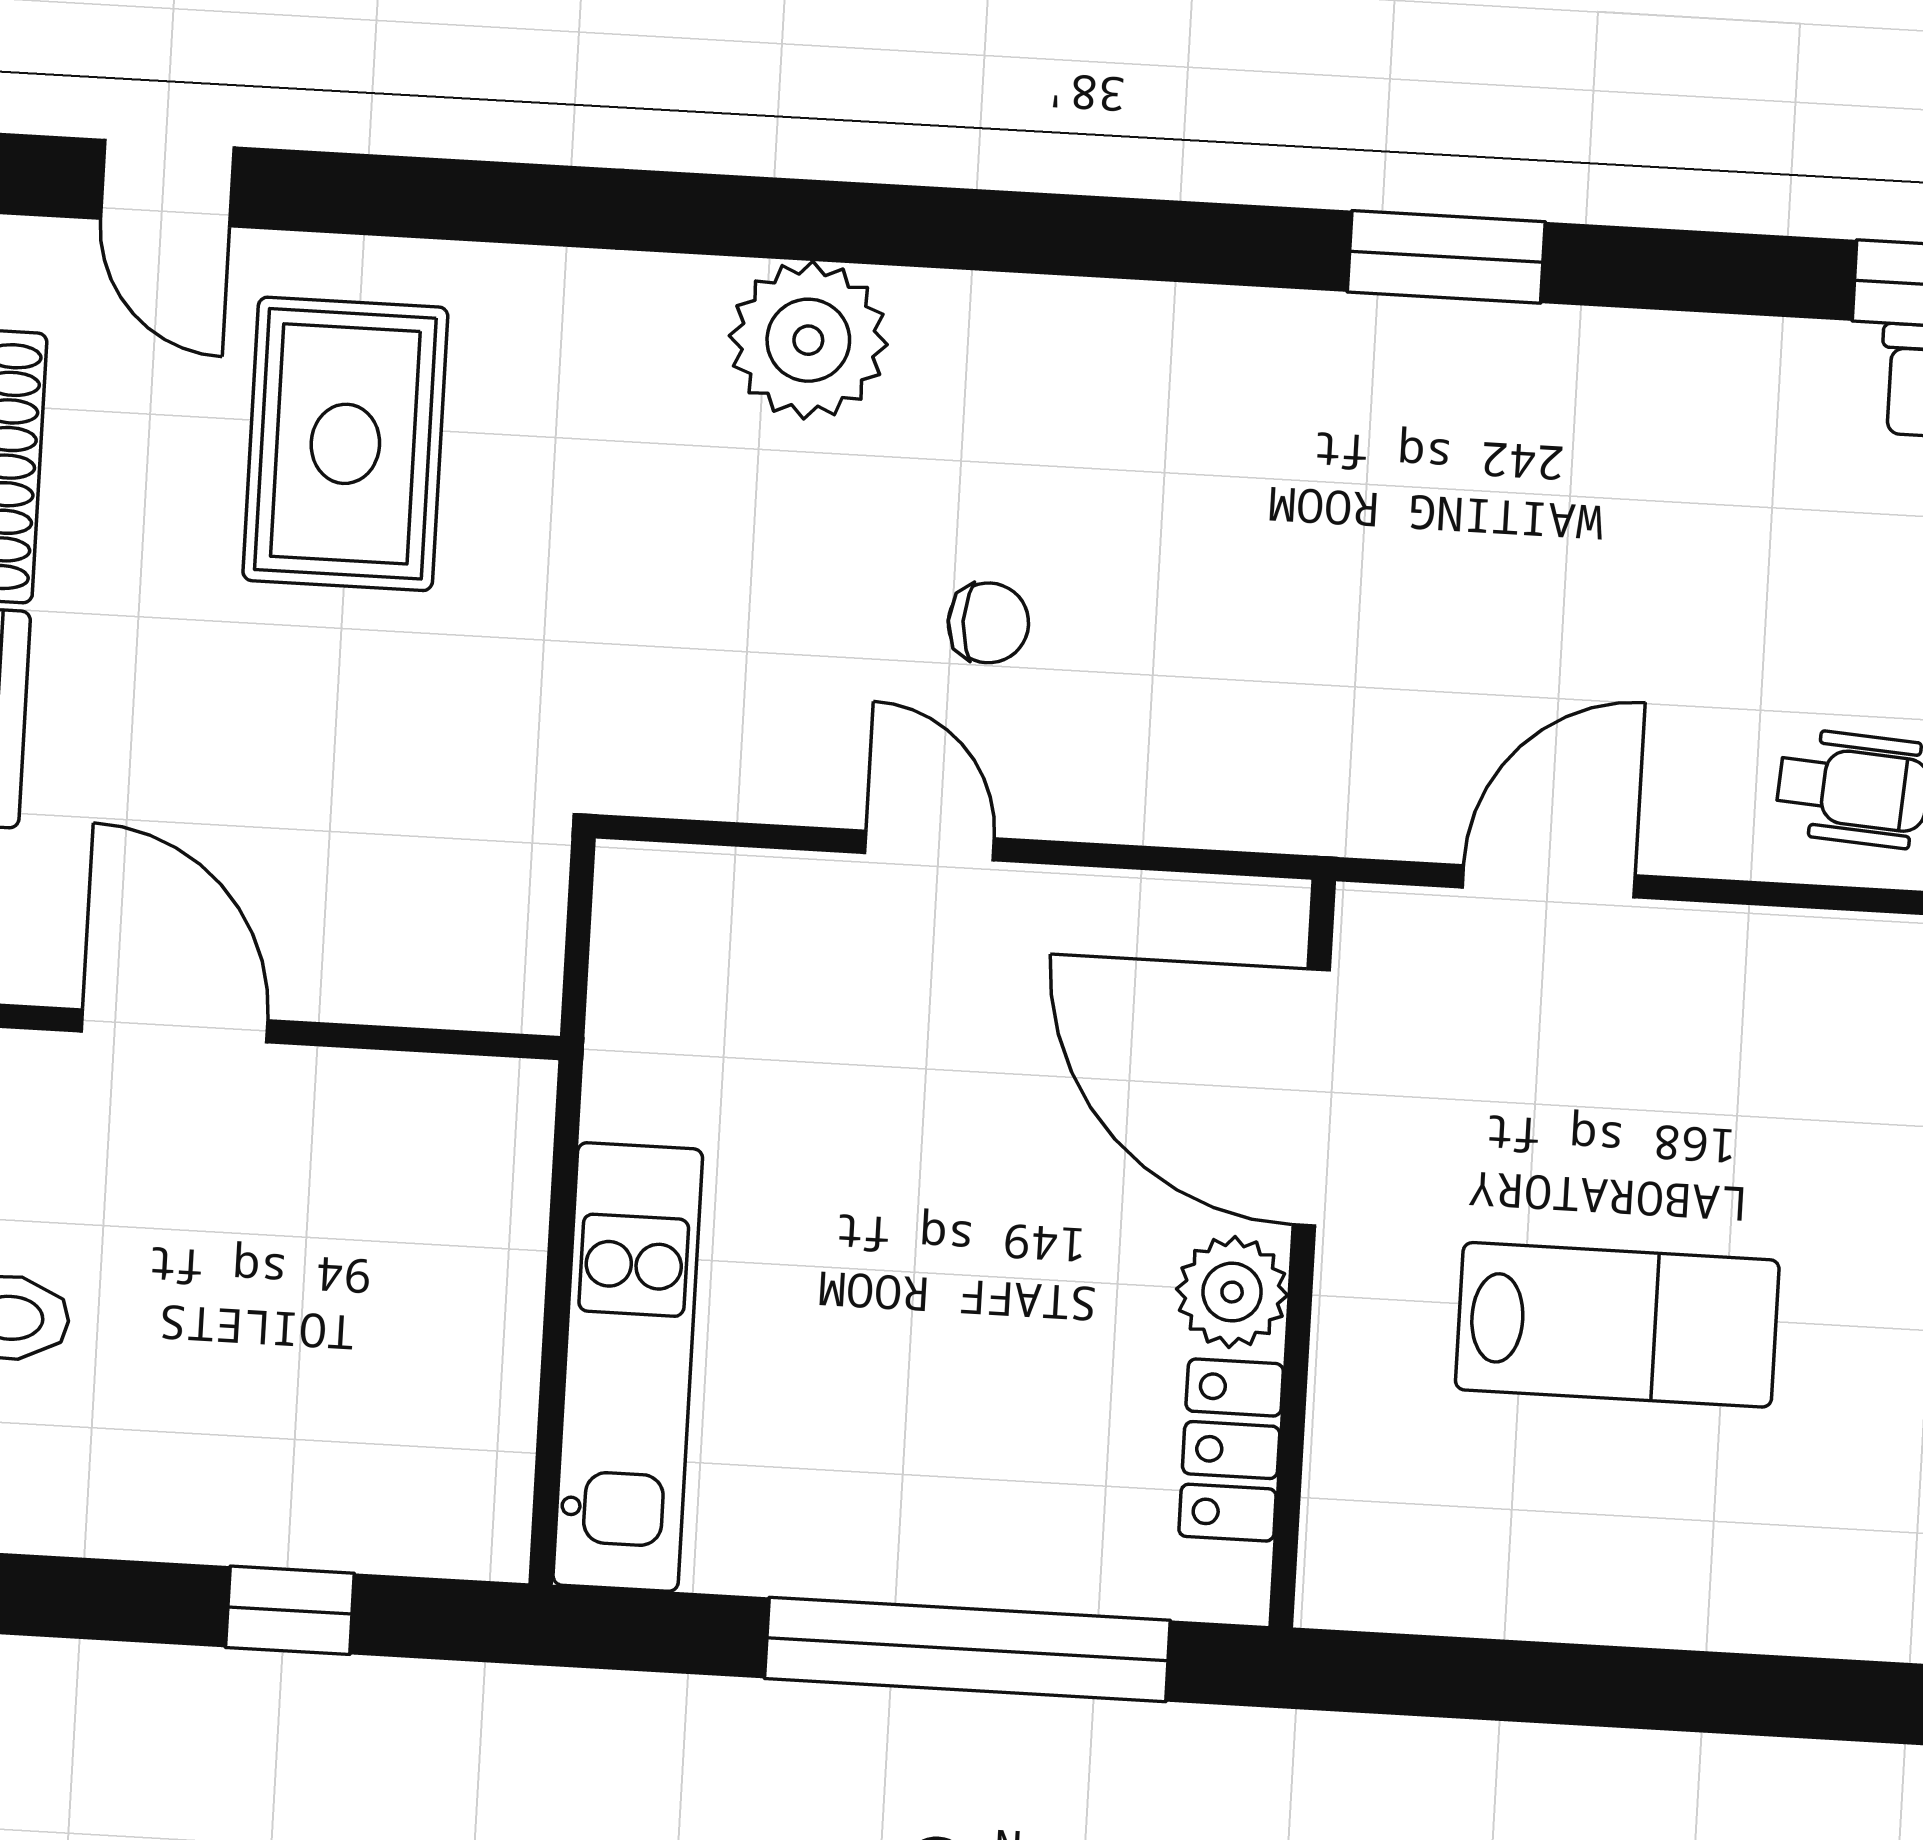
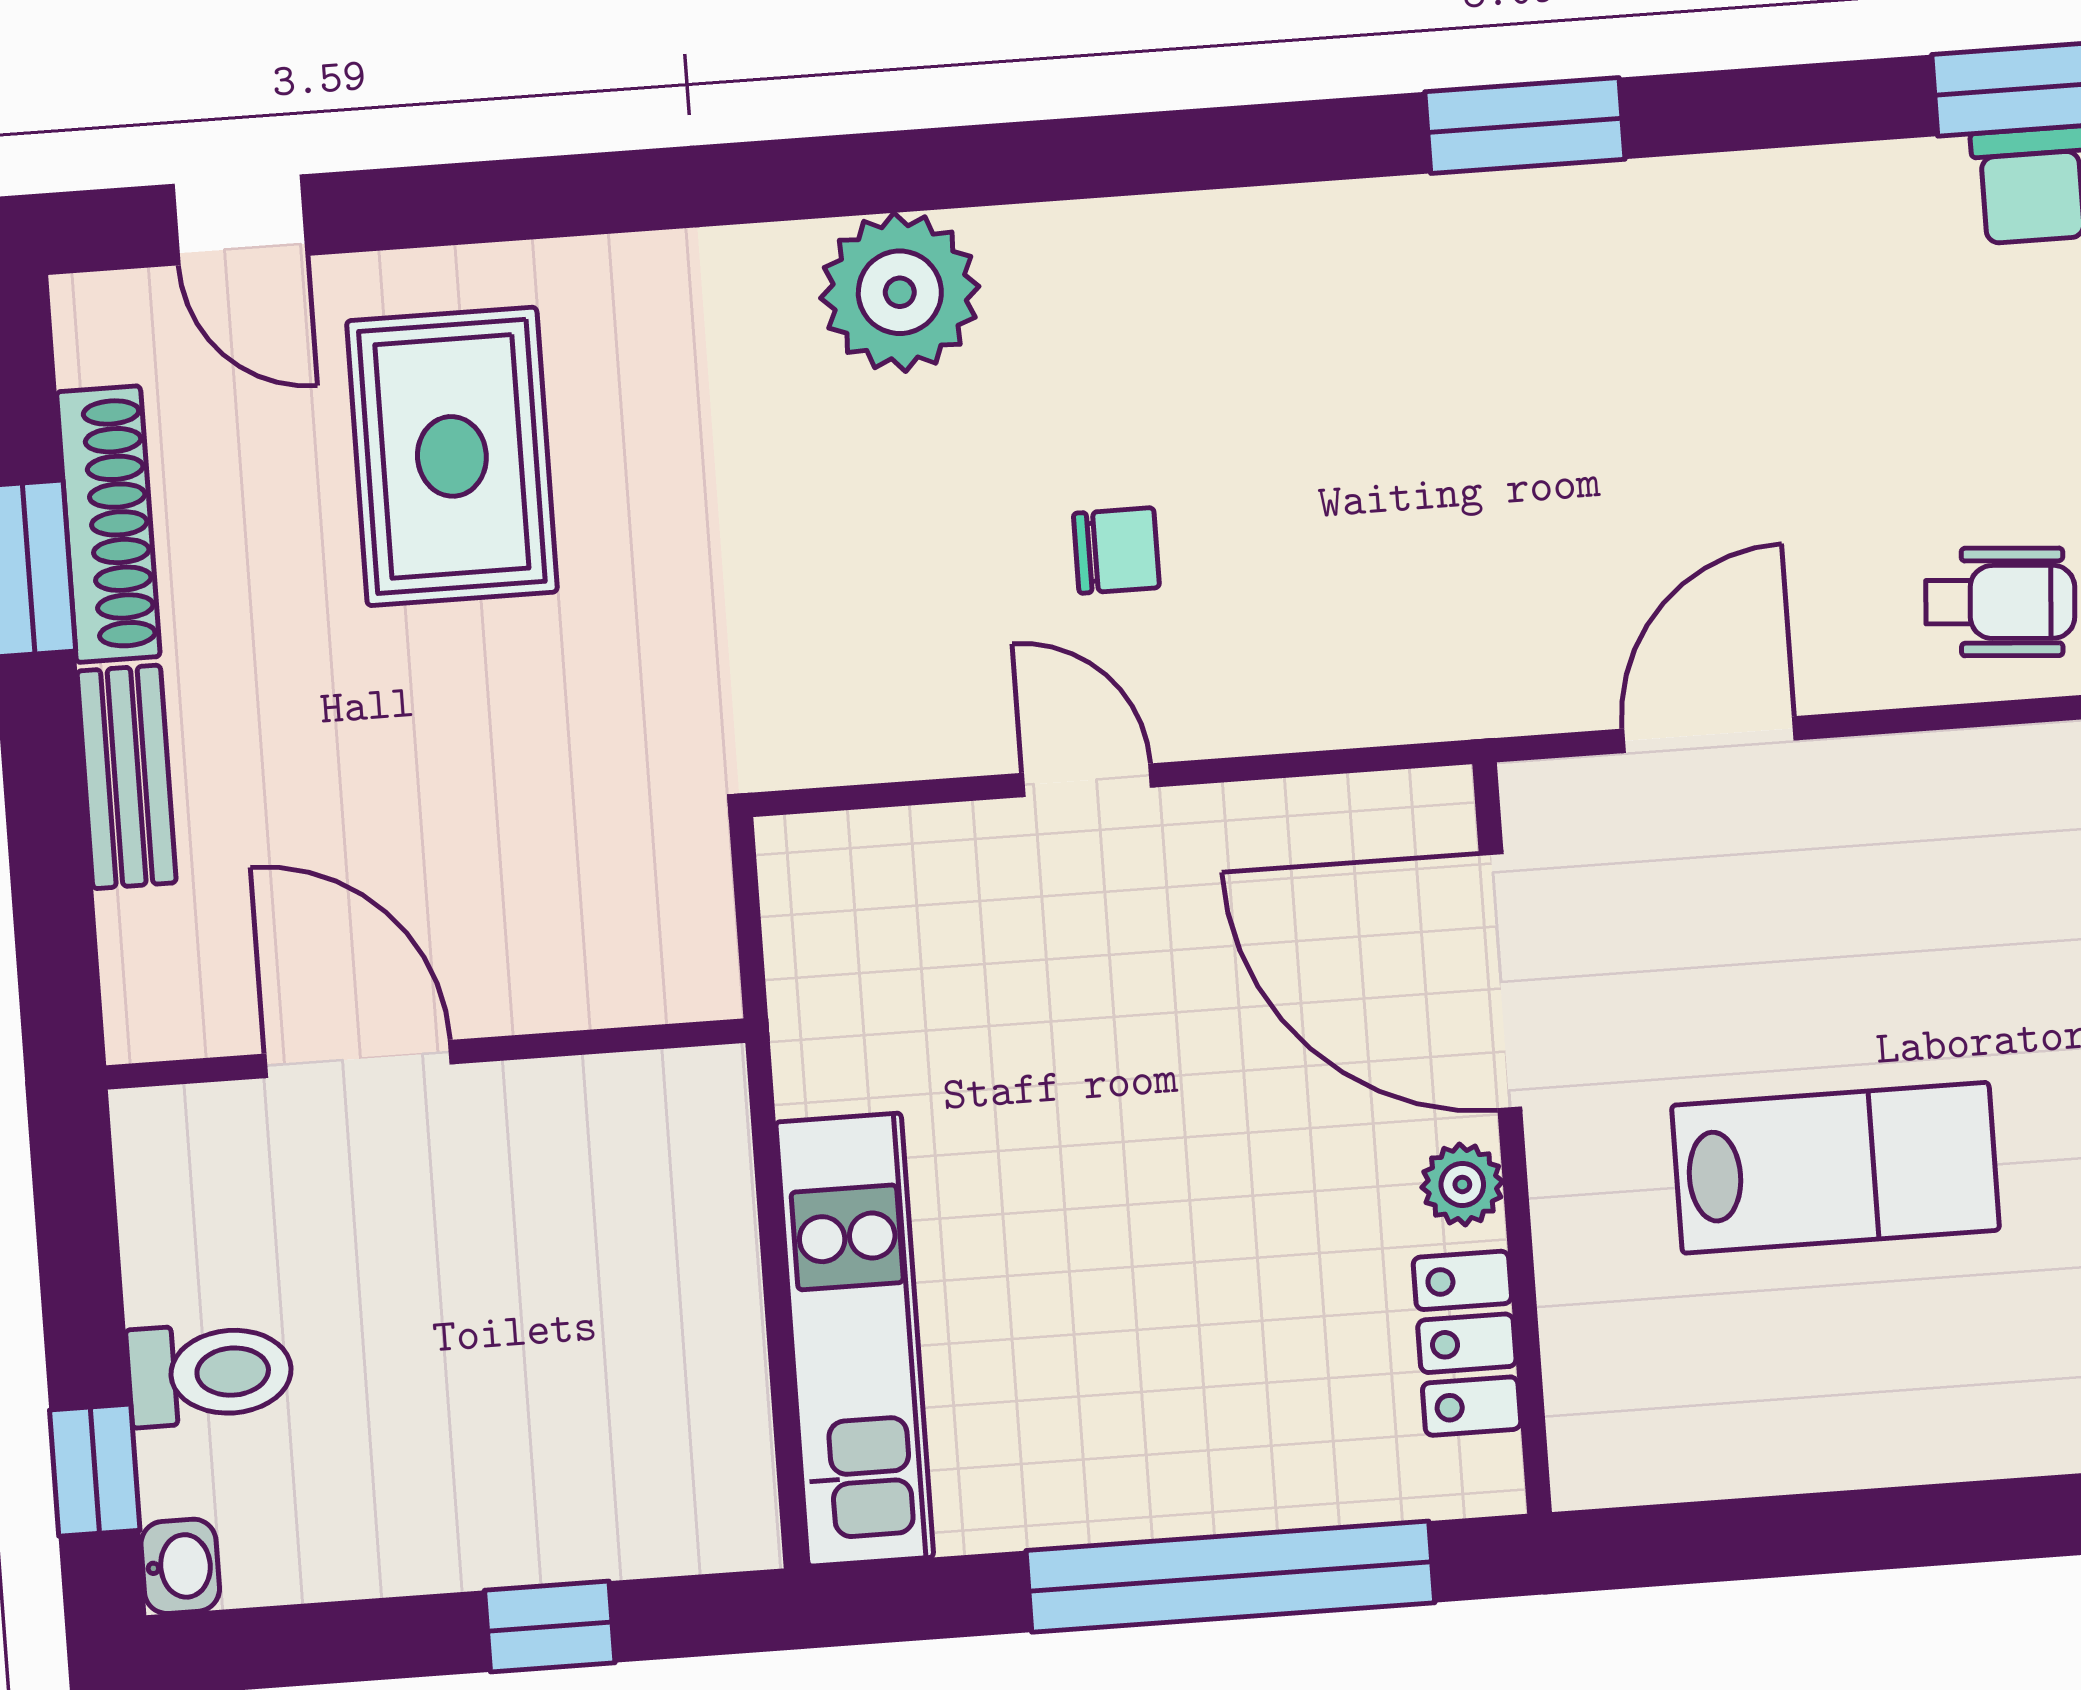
plant: (1232, 1292) -> (1462, 1184), width x0.73, depth x0.73

